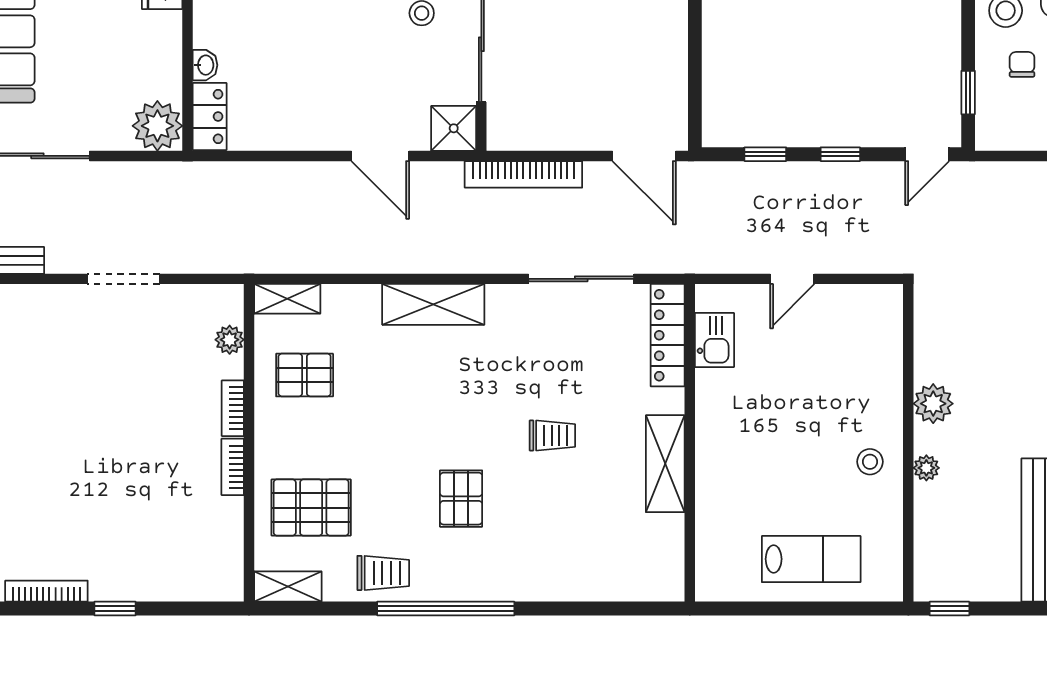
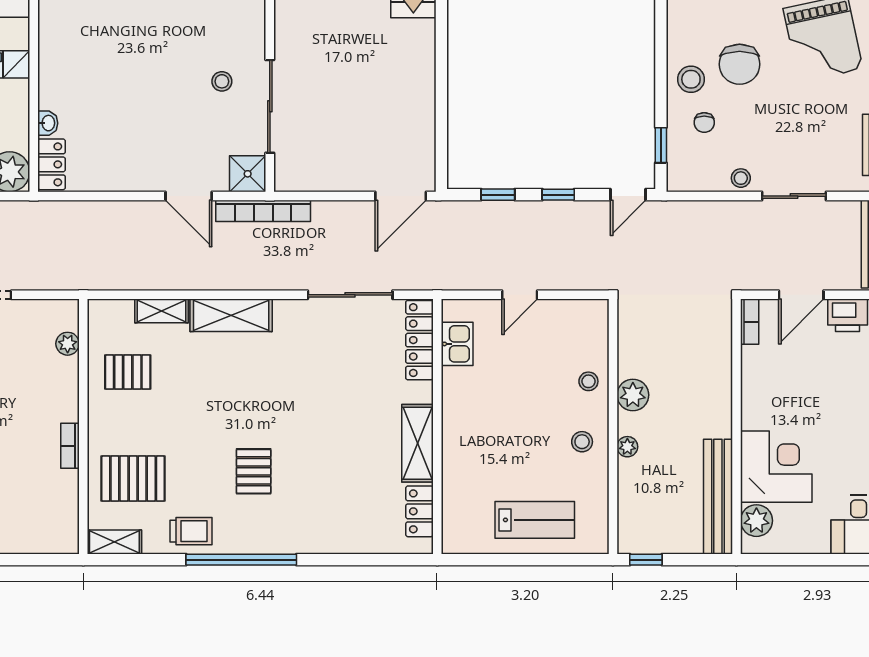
chair: (1022, 64) -> (704, 123), turned 180
door: (644, 156) -> (401, 196), hinge flipped
bookcase: (523, 174) -> (263, 211), moved
shelving: (287, 299) -> (161, 311), moved
stool: (878, 387) -> (588, 381), added
bookcase: (233, 408) -> (70, 399), removed
trolley: (552, 435) -> (327, 421), removed
locker: (668, 548) -> (420, 511), added

